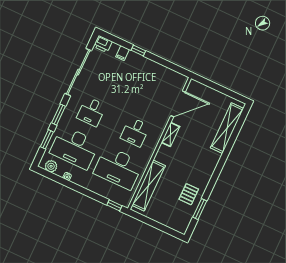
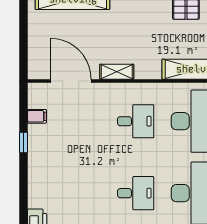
window: (138, 51) -> (24, 143), moved
filing cabinet: (123, 53) -> (37, 116), moved

